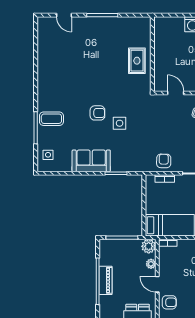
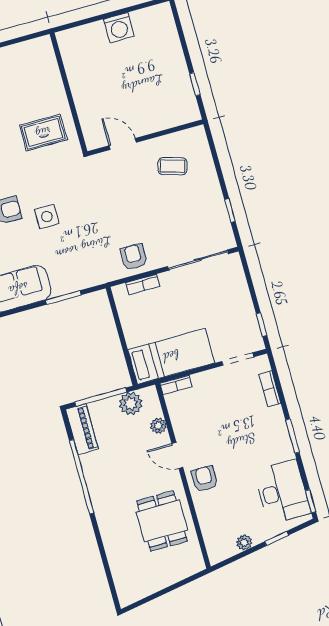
rug: (137, 61) -> (43, 133), moved, turned 90
plant: (149, 246) -> (131, 404), moved
piano: (106, 280) -> (82, 429), moved
armchair: (169, 302) -> (204, 479), turned -90

